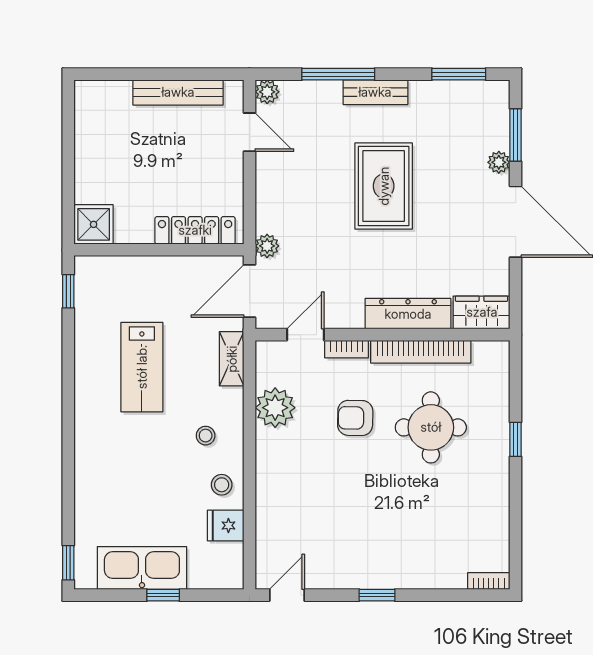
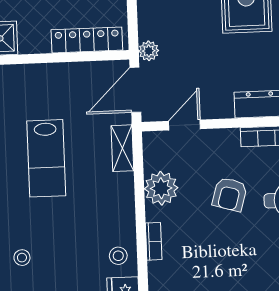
bookcase: (347, 349) -> (154, 241), moved, turned -90
armchair: (355, 418) -> (230, 194), turned -75
stool: (206, 436) -> (22, 258), moved

